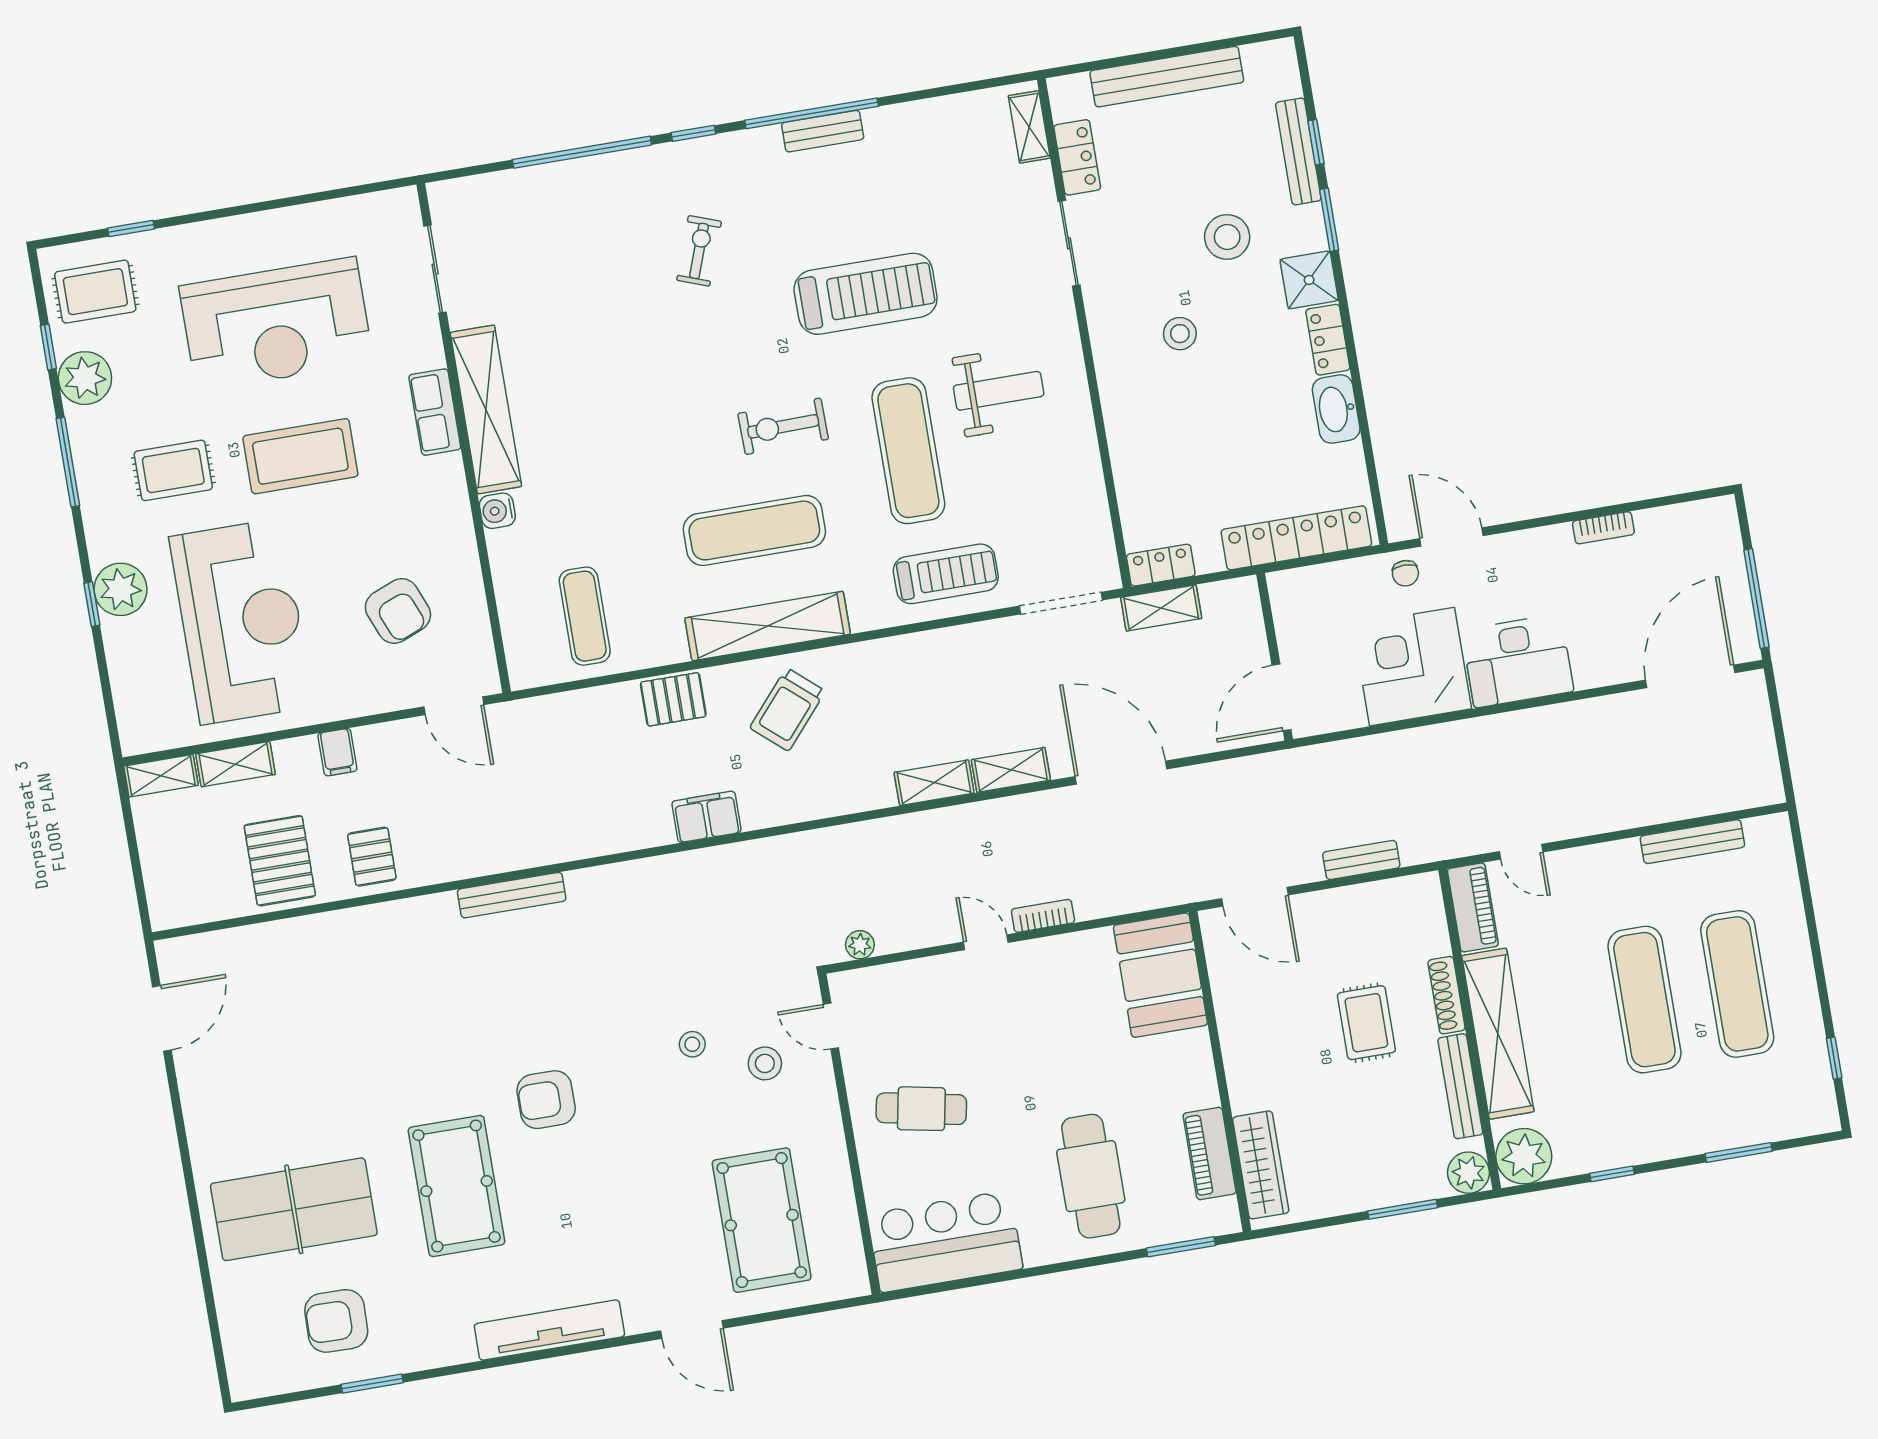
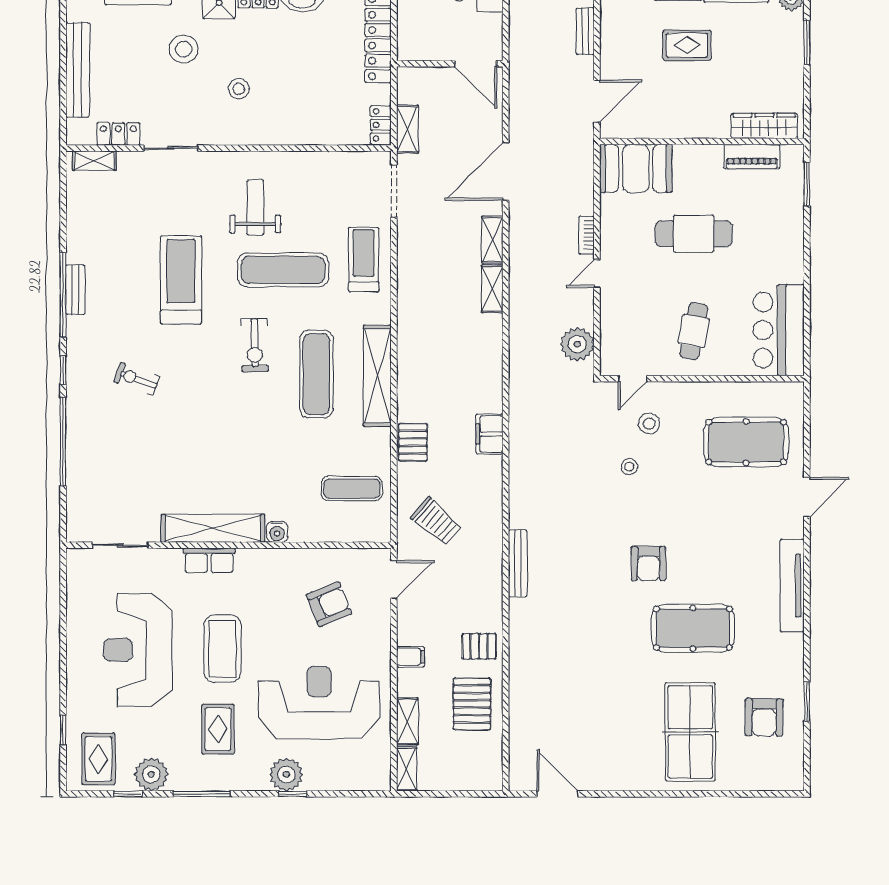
reception desk: (276, 324) -> (138, 650), turned 180
trolley: (787, 709) -> (436, 522), moved
pallet: (280, 861) -> (472, 704), turned 90
plant: (860, 945) -> (577, 344), width x1.88, depth x1.88
cafe table: (1091, 1176) -> (694, 234), moved

